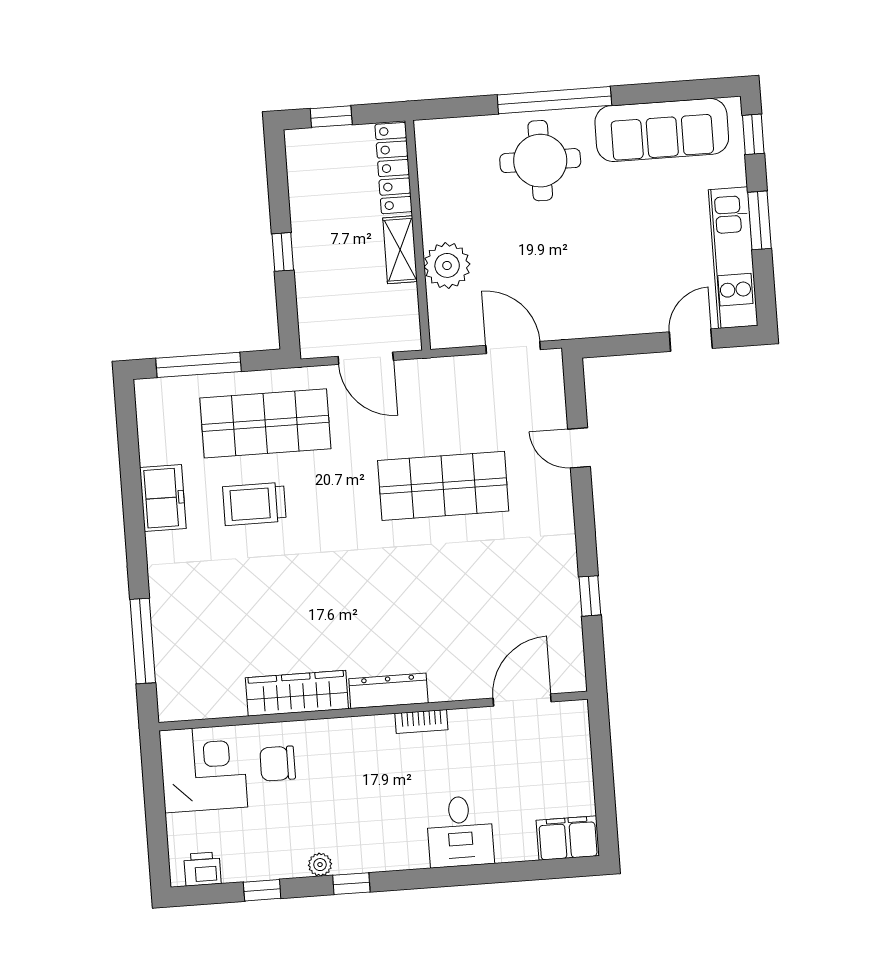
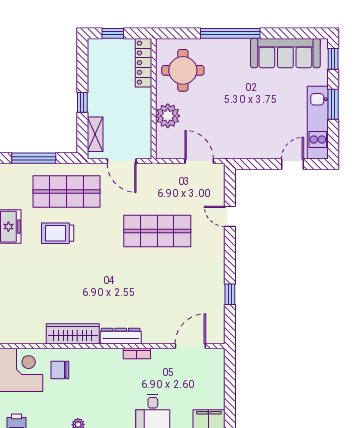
round table: (540, 161) -> (183, 70), moved
shelving: (400, 250) -> (95, 134), moved

